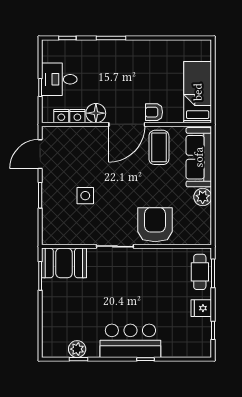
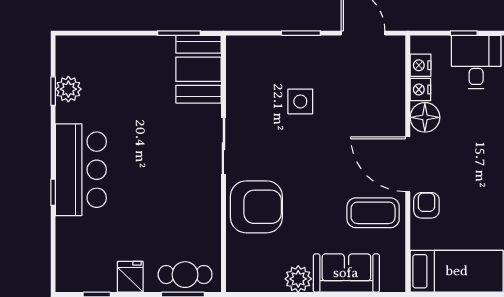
sofa: (199, 157) -> (346, 273), width x0.73

